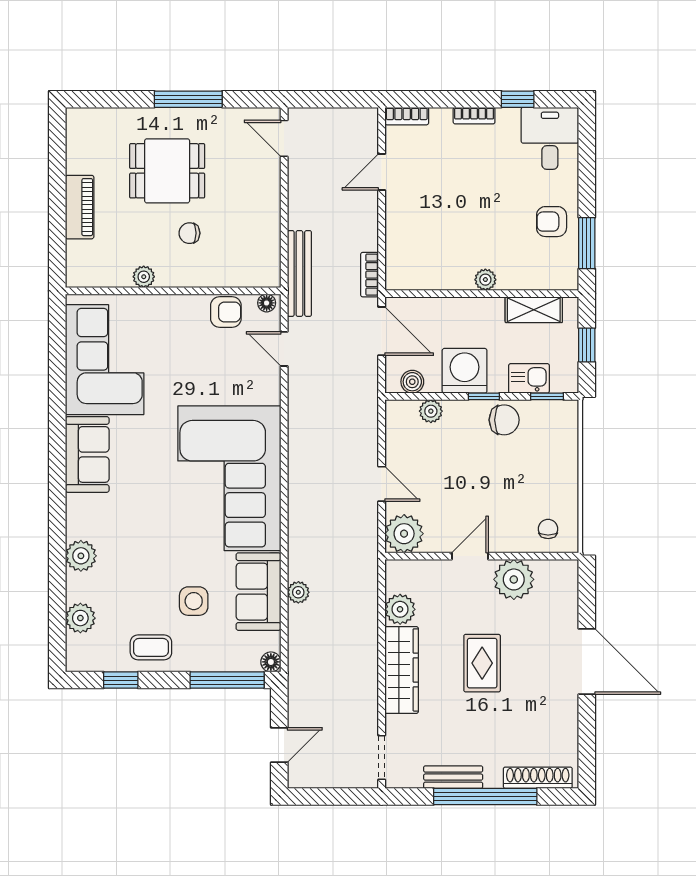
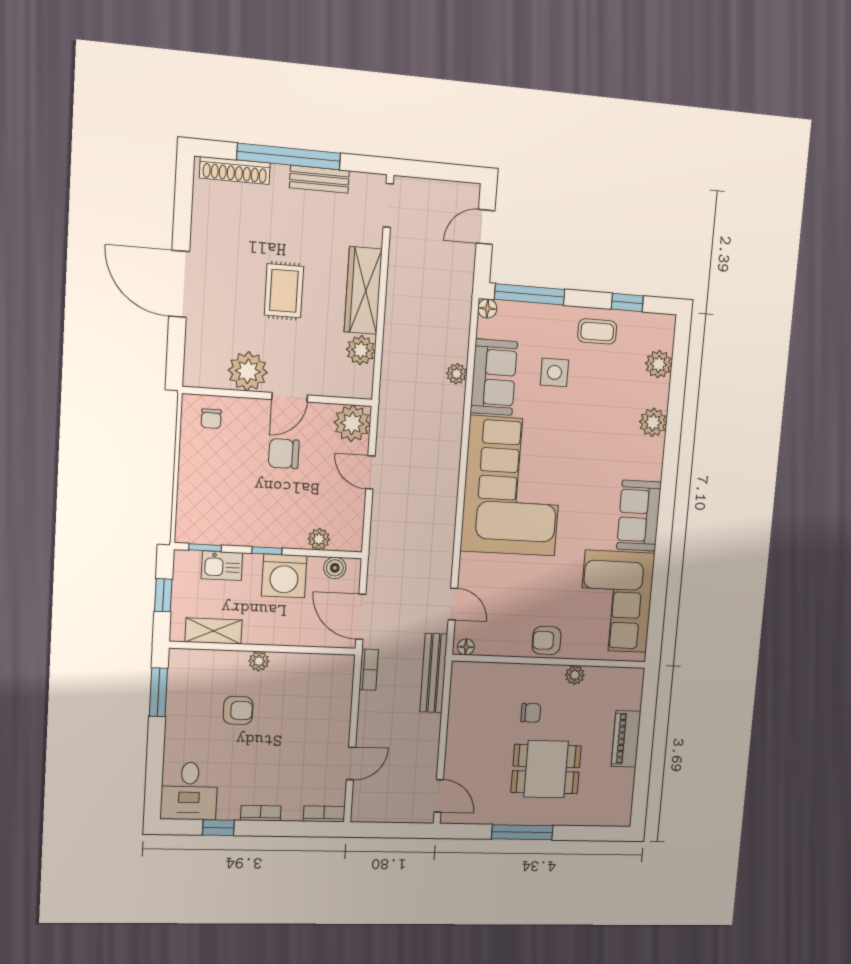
armchair: (552, 222) -> (238, 710), moved
armchair: (226, 312) -> (547, 640), moved
chair: (504, 420) -> (284, 454), moved

